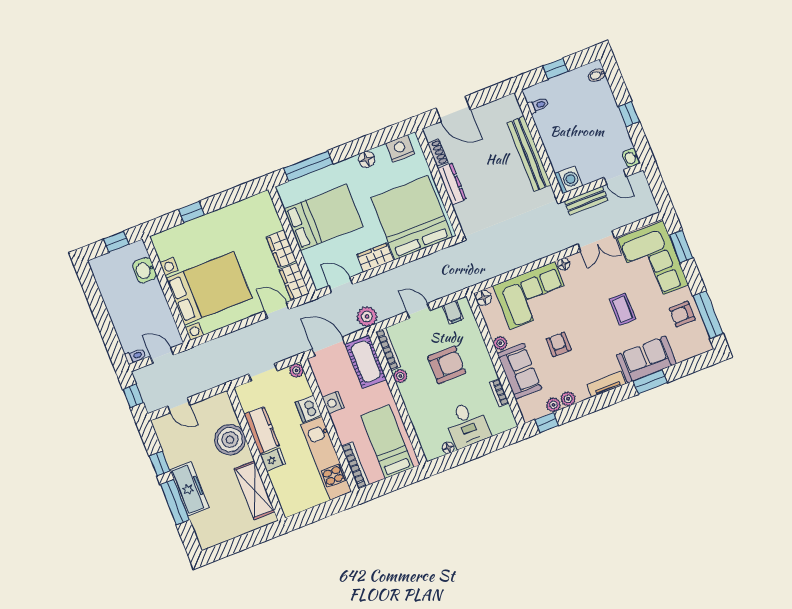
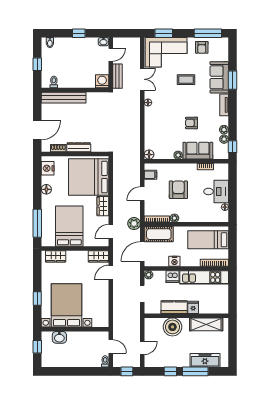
bench: (529, 154) -> (64, 98), moved
wardrobe: (281, 249) -> (56, 256), moved
bed with nightstands: (209, 288) -> (67, 305), moved
corner sofa: (532, 296) -> (159, 127), removed
door: (162, 356) -> (111, 346), swing flipped
freezer: (190, 489) -> (205, 360), moved

